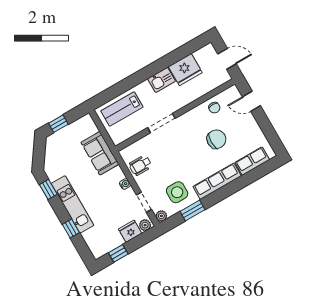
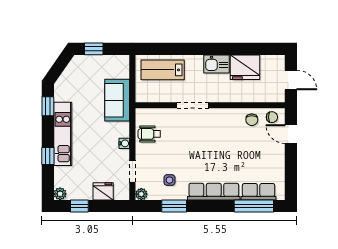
chair: (216, 139) -> (272, 117), moved, width x0.54, depth x0.54
window: (255, 174) -> (254, 206), added
side table: (177, 192) -> (169, 180), width x0.54, depth x0.54
plant: (145, 225) -> (60, 194), moved

